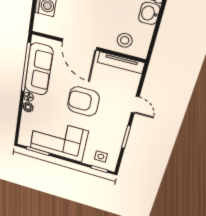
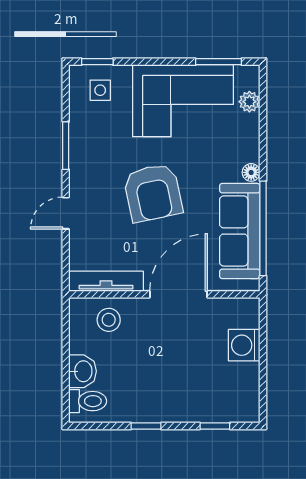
door: (79, 44) -> (178, 294), hinge flipped
armchair: (83, 101) -> (153, 193), turned 78
door: (135, 105) -> (66, 213), hinge flipped
plant: (28, 107) -> (249, 102), moved

